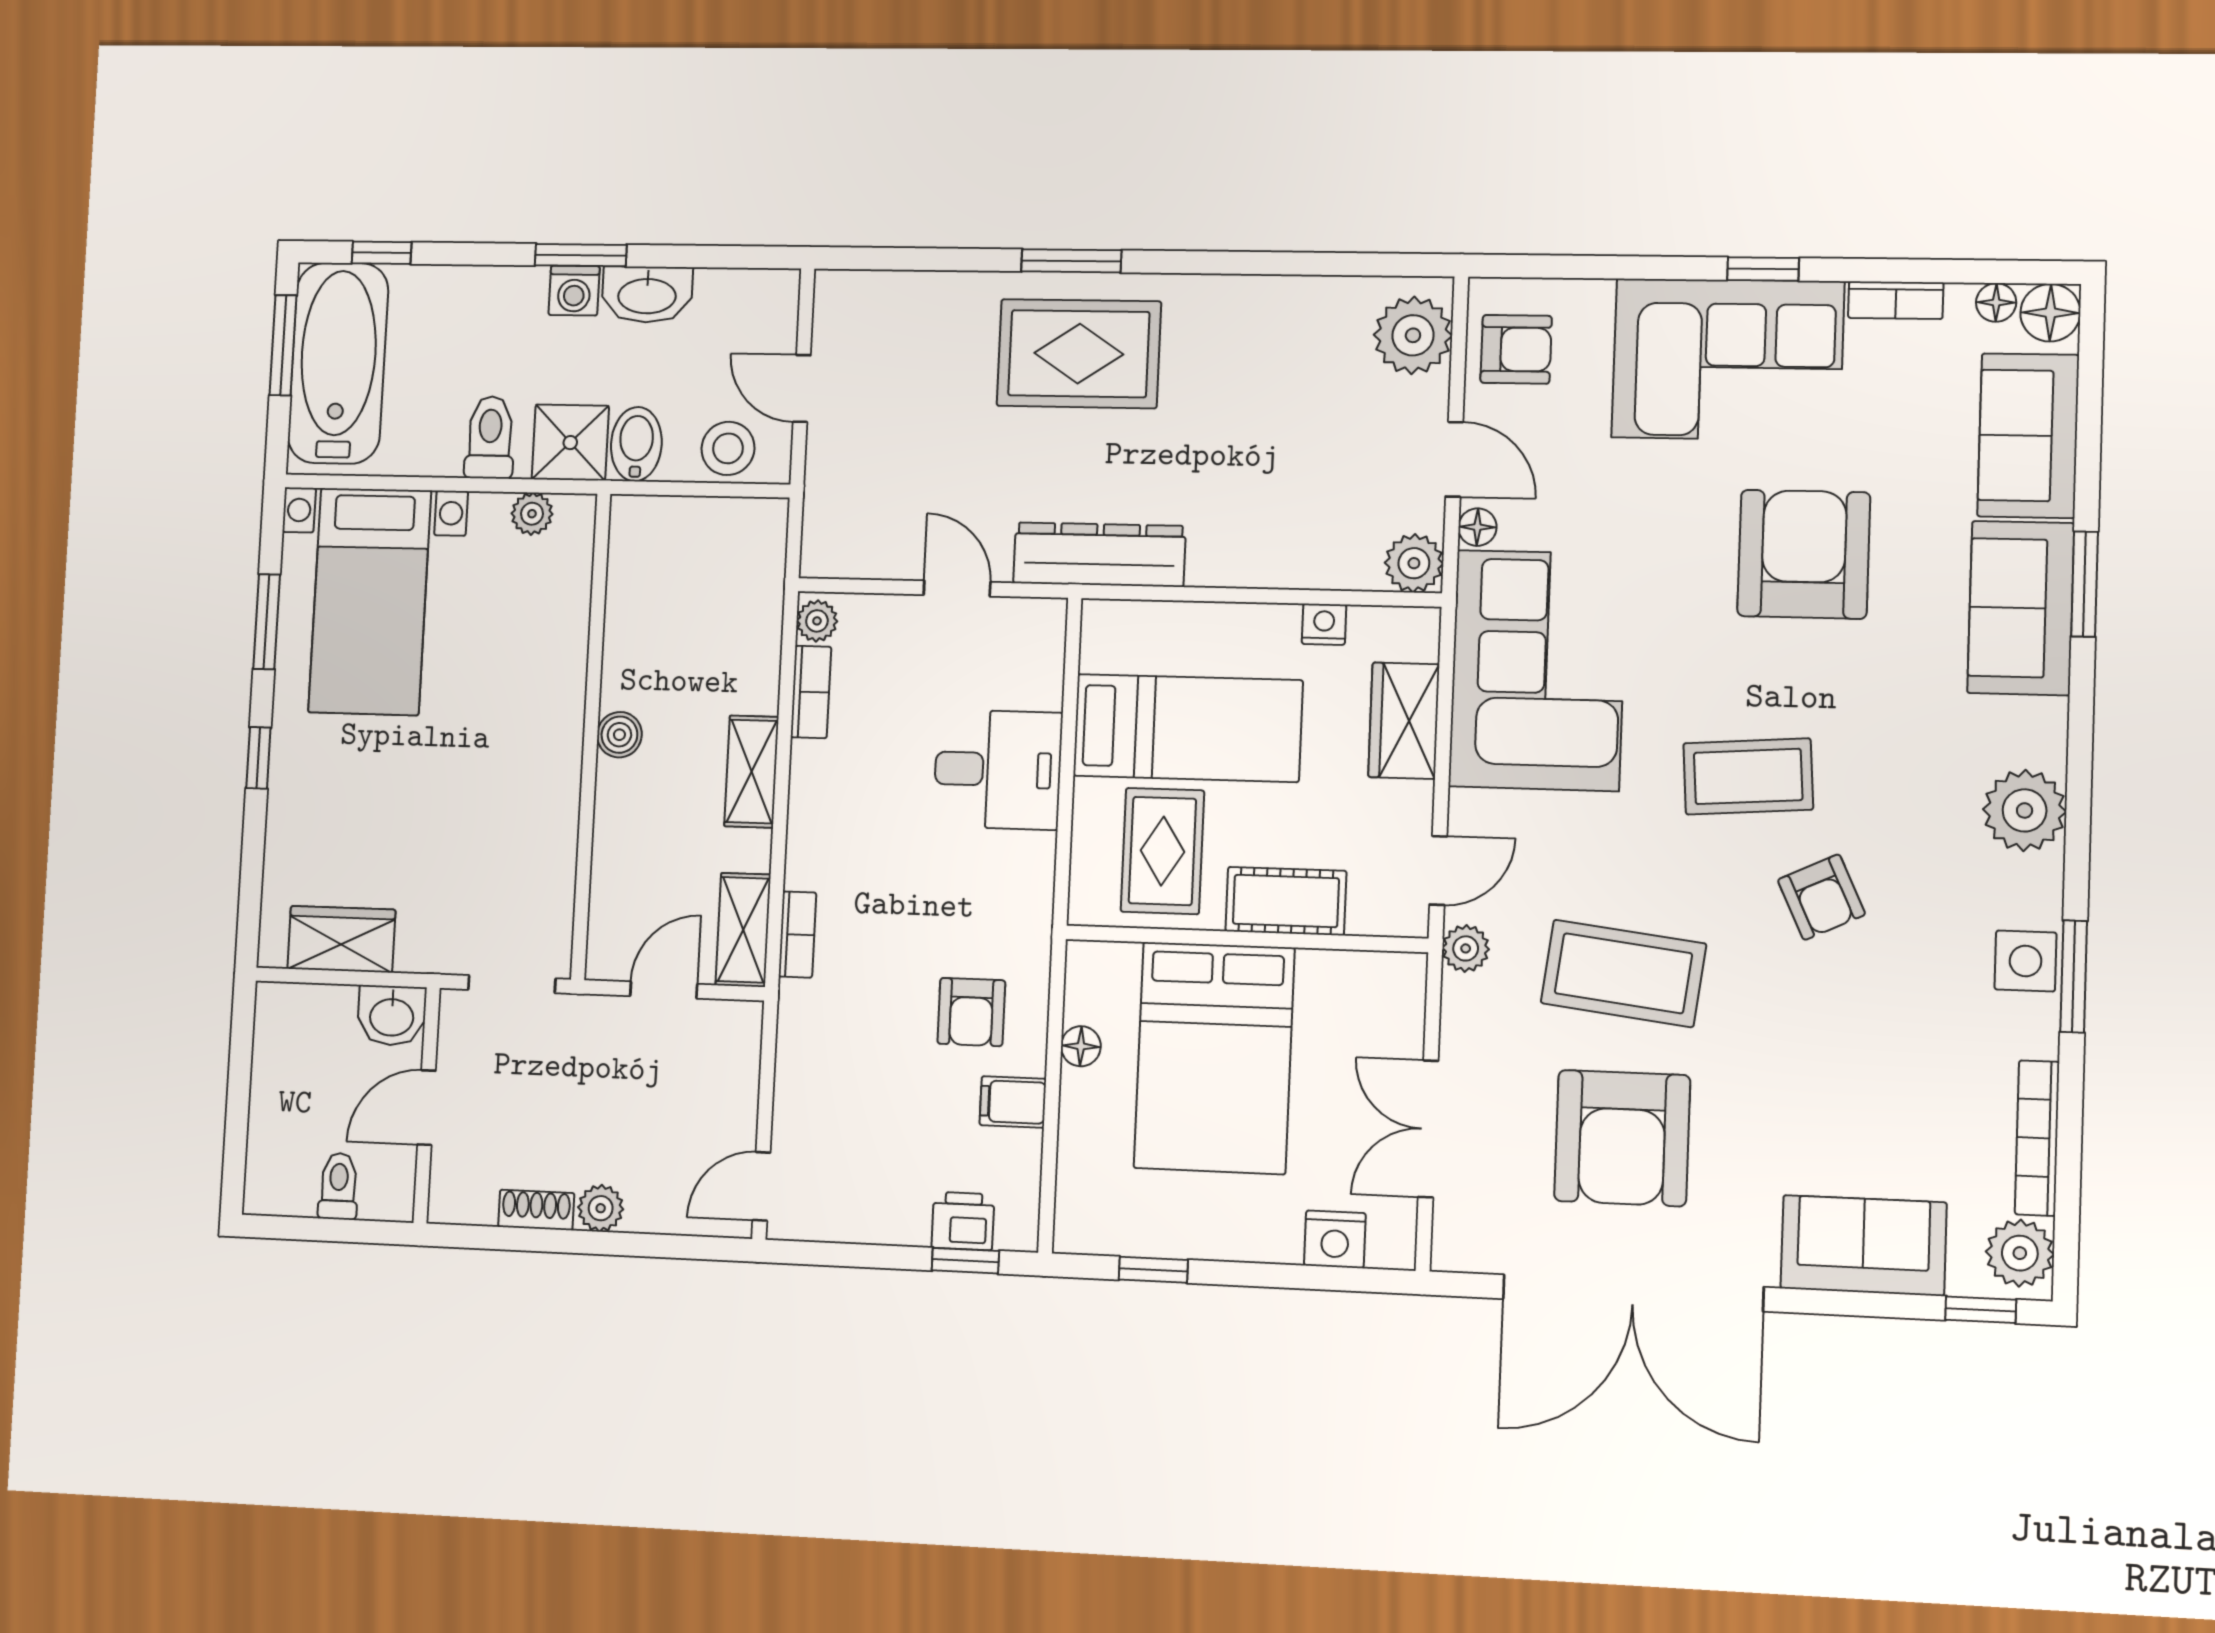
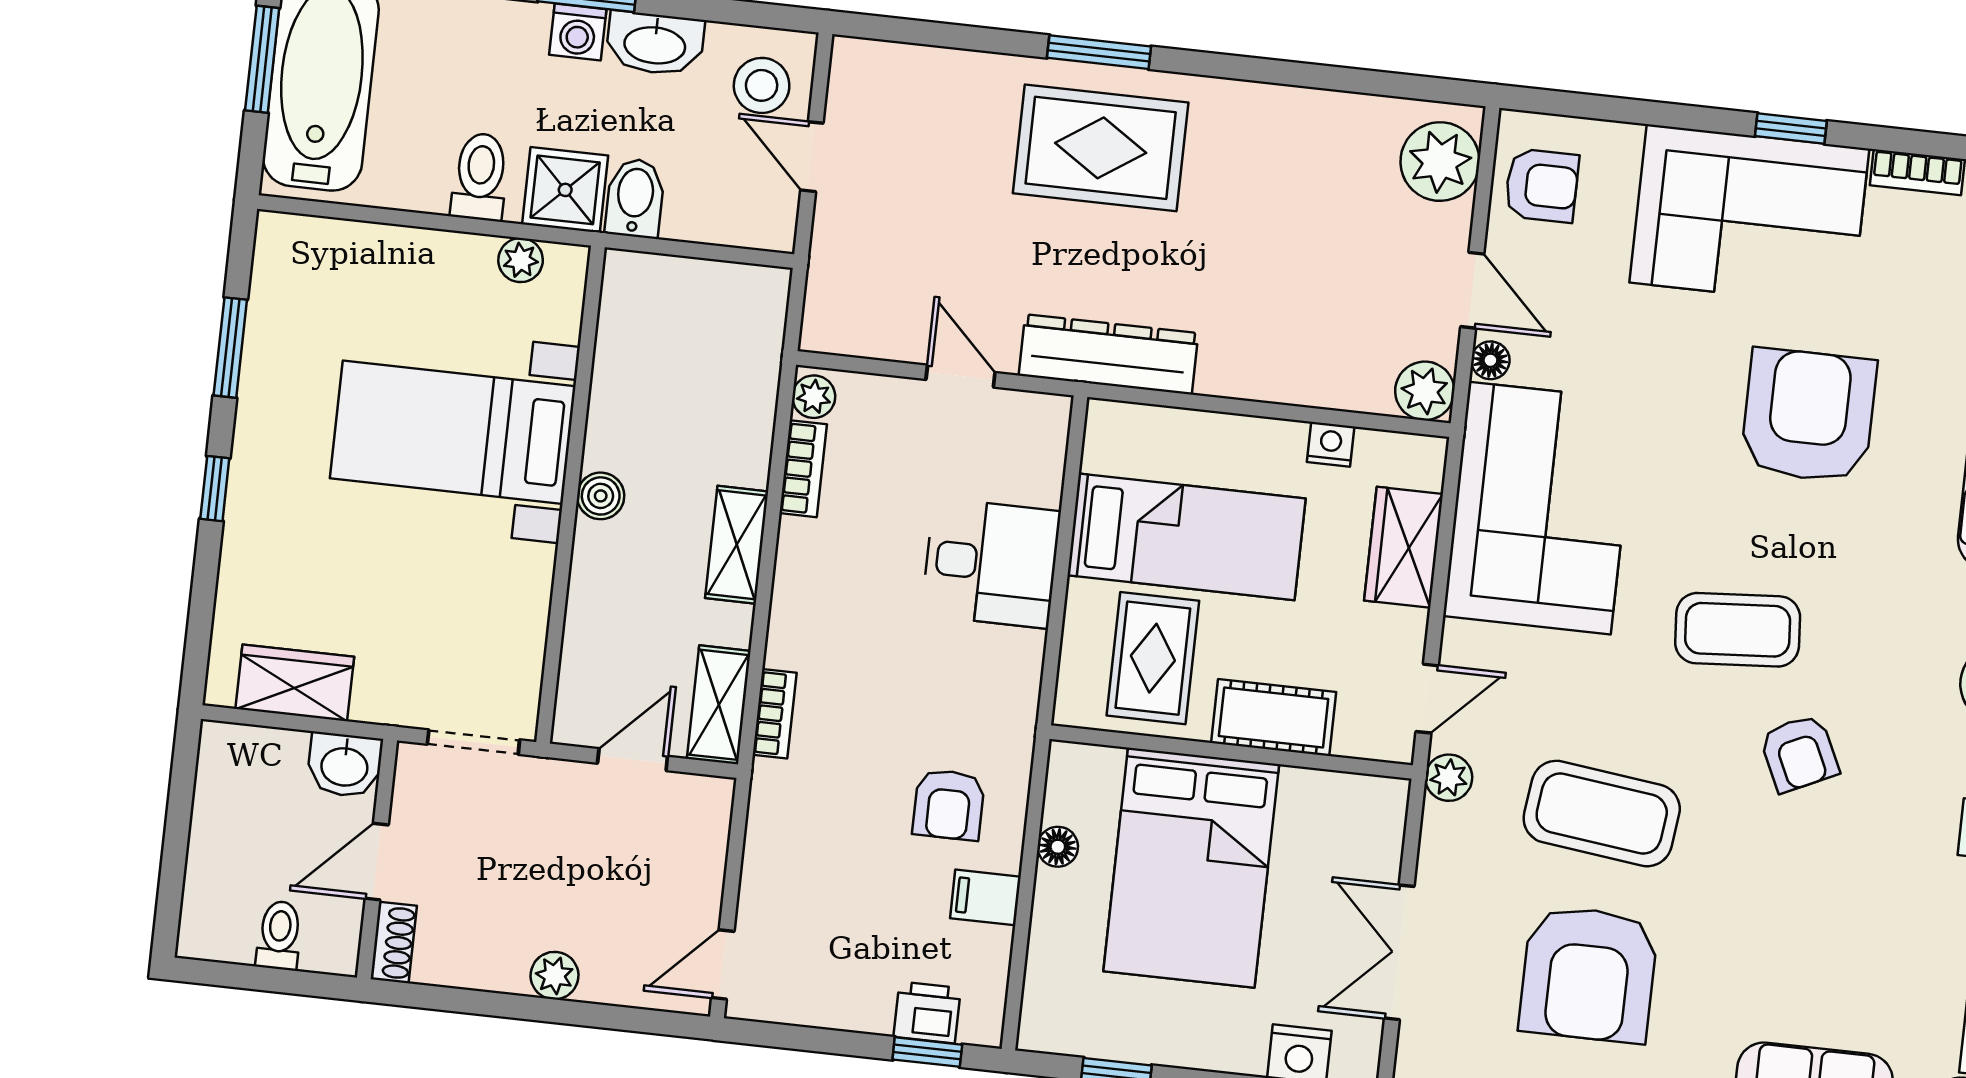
stool: (728, 448) -> (762, 85), moved
bed with nightstands: (370, 601) -> (453, 432), moved, turned 90
shoe rack: (536, 1210) -> (394, 942), moved, turned 90

